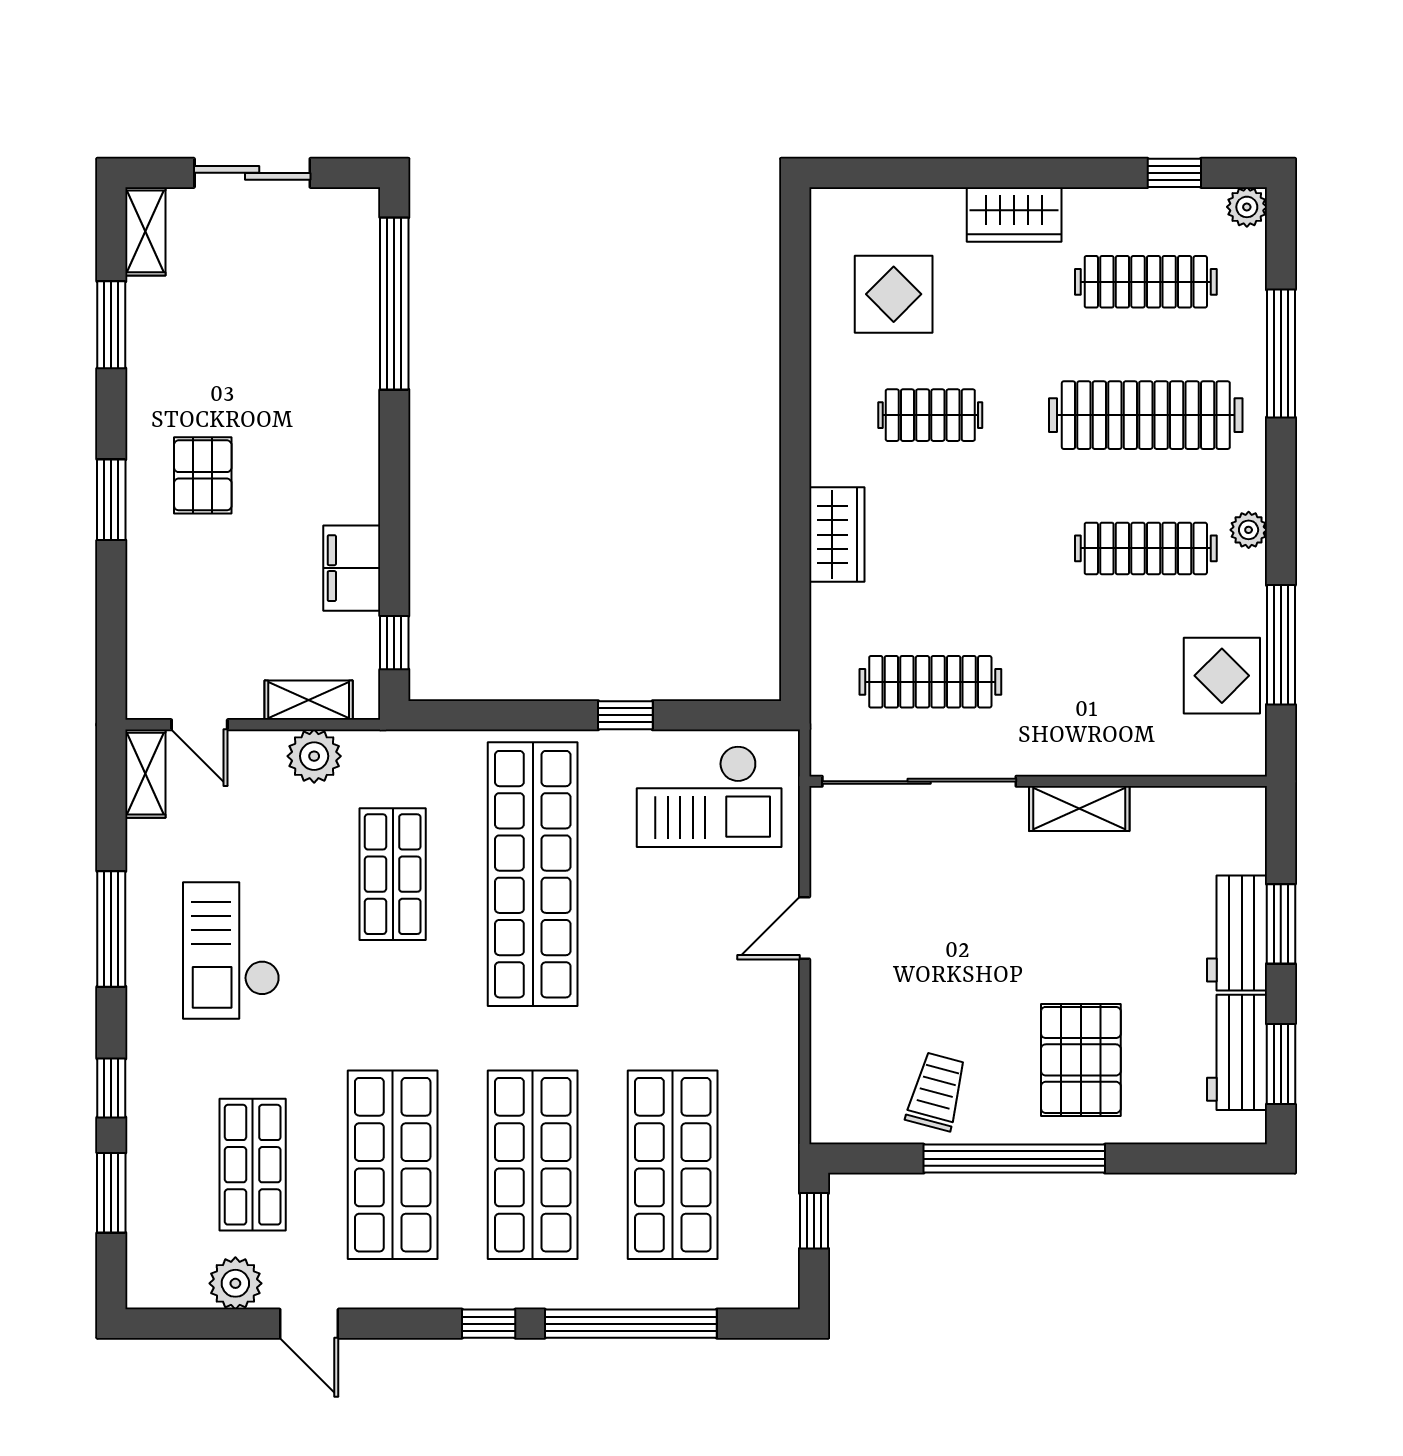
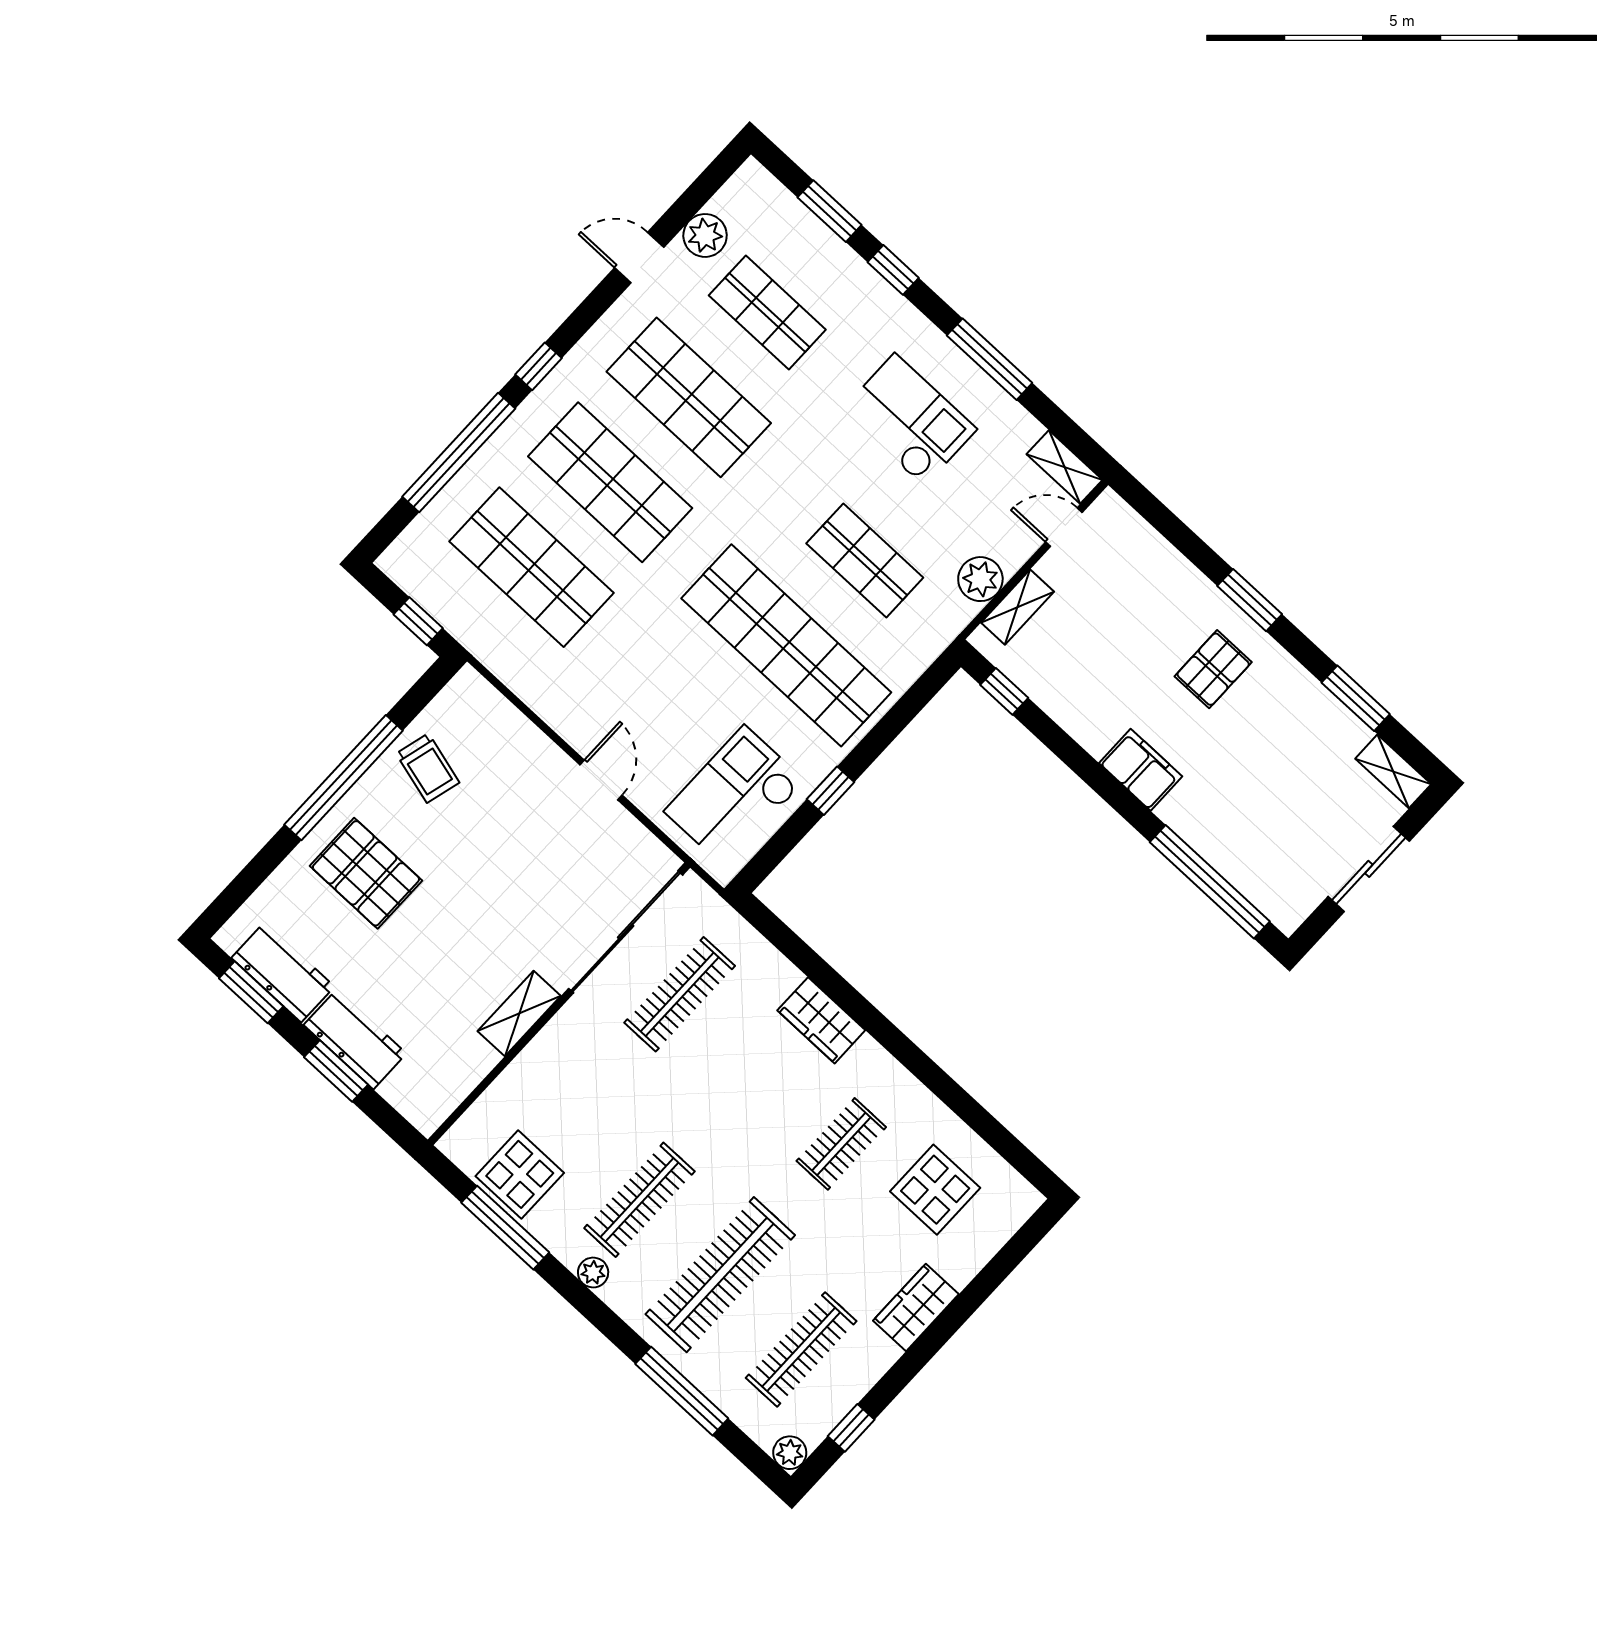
pallet: (203, 475) -> (1213, 669), turned 90
filing cabinet: (352, 568) -> (1141, 770), moved

